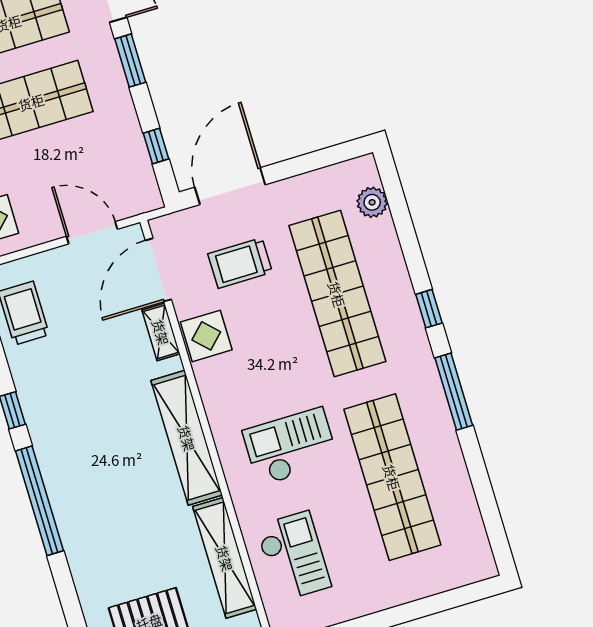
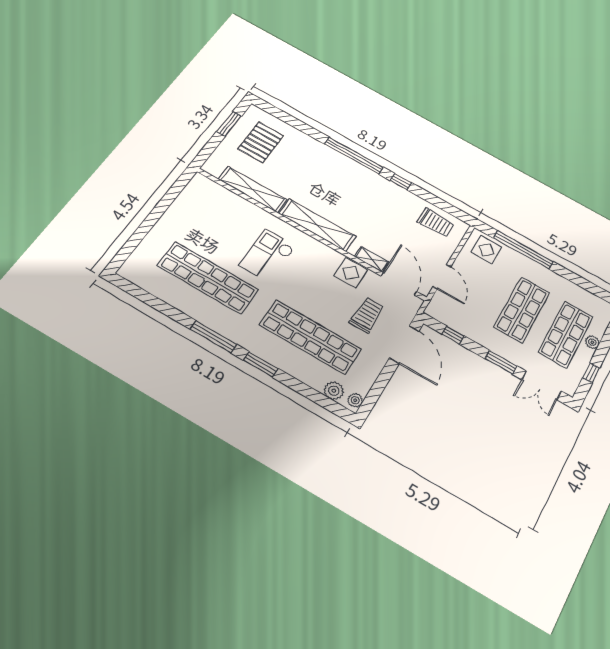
plant: (358, 169) -> (355, 400), added
door: (92, 233) -> (442, 277), hinge flipped
window: (429, 309) -> (261, 364), width x1.50
checkout: (291, 447) -> (268, 255), turned 180
checkout: (293, 556) -> (222, 212), removed

